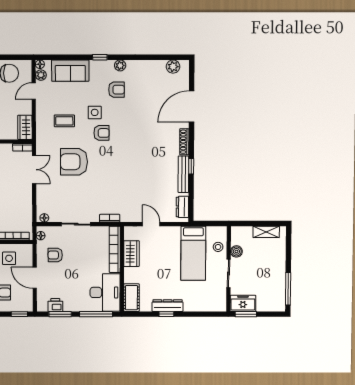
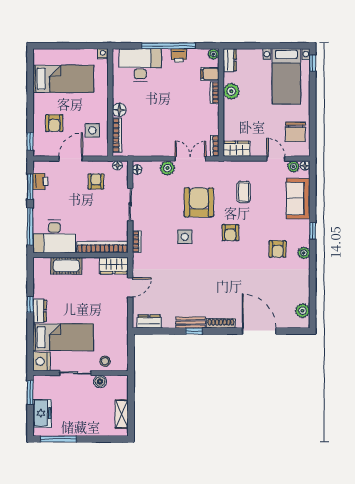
side table: (95, 112) -> (185, 237), moved
double door: (34, 170) -> (190, 159), swing flipped
bench: (183, 174) -> (191, 323), width x0.73
plant: (43, 190) -> (167, 168), added
bed: (193, 253) -> (63, 337), moved, turned 180
wardrobe: (131, 254) -> (114, 266), moved
cot: (131, 298) -> (66, 266), moved
freezer: (243, 303) -> (42, 413), moved
nightstand: (218, 304) -> (41, 361), added
dresser: (168, 306) -> (40, 311), width x0.70

